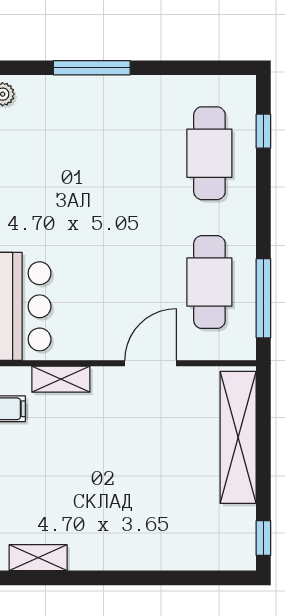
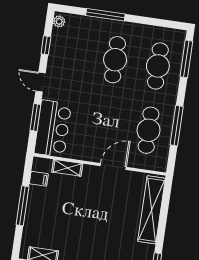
window: (263, 131) -> (186, 59), width x2.17
cafe table: (124, 153) -> (115, 60), added
window: (263, 298) -> (177, 126), moved

